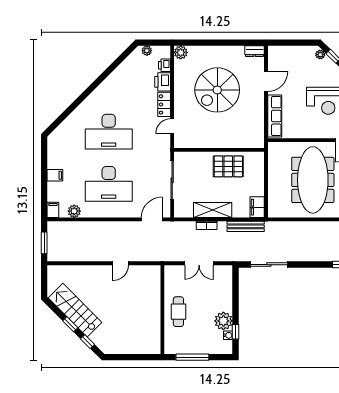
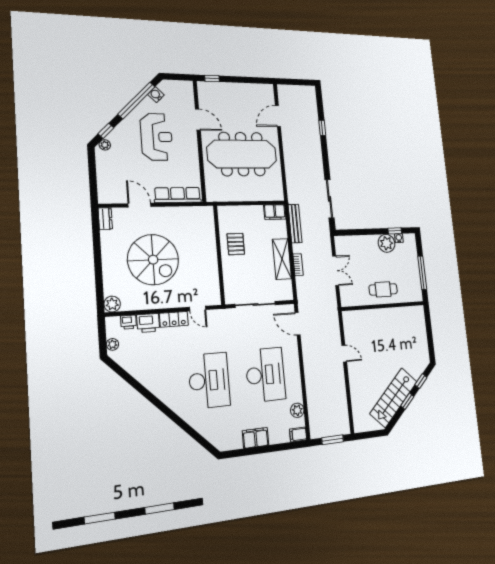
pallet: (228, 166) -> (236, 244), width x0.67, depth x0.71
filing cabinet: (55, 175) -> (256, 438), width x2.00

